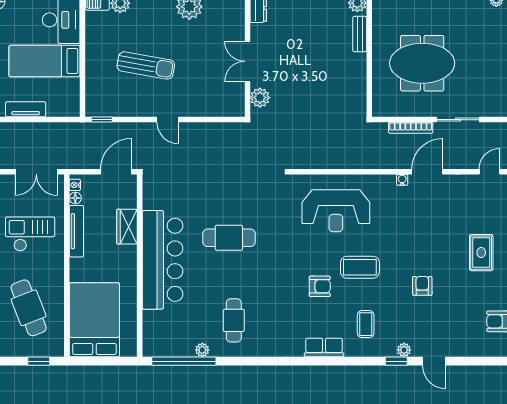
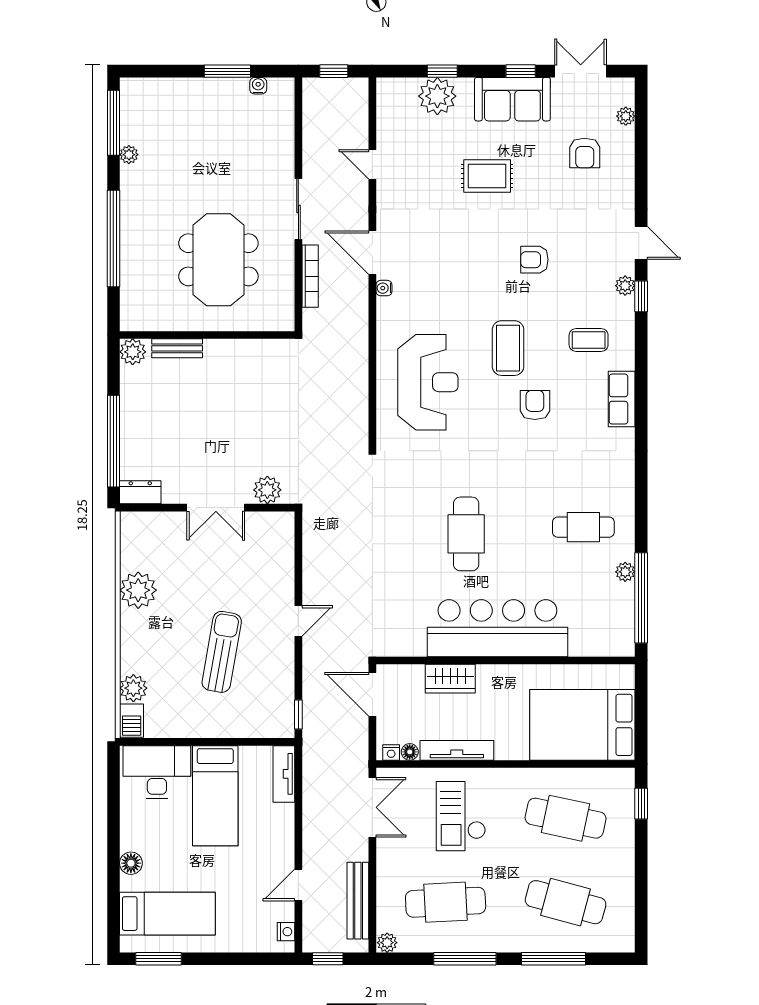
tv unit: (26, 109) -> (284, 774), moved
cafe table: (29, 308) -> (566, 818), turned 33
door: (434, 361) -> (641, 243), hinge flipped

